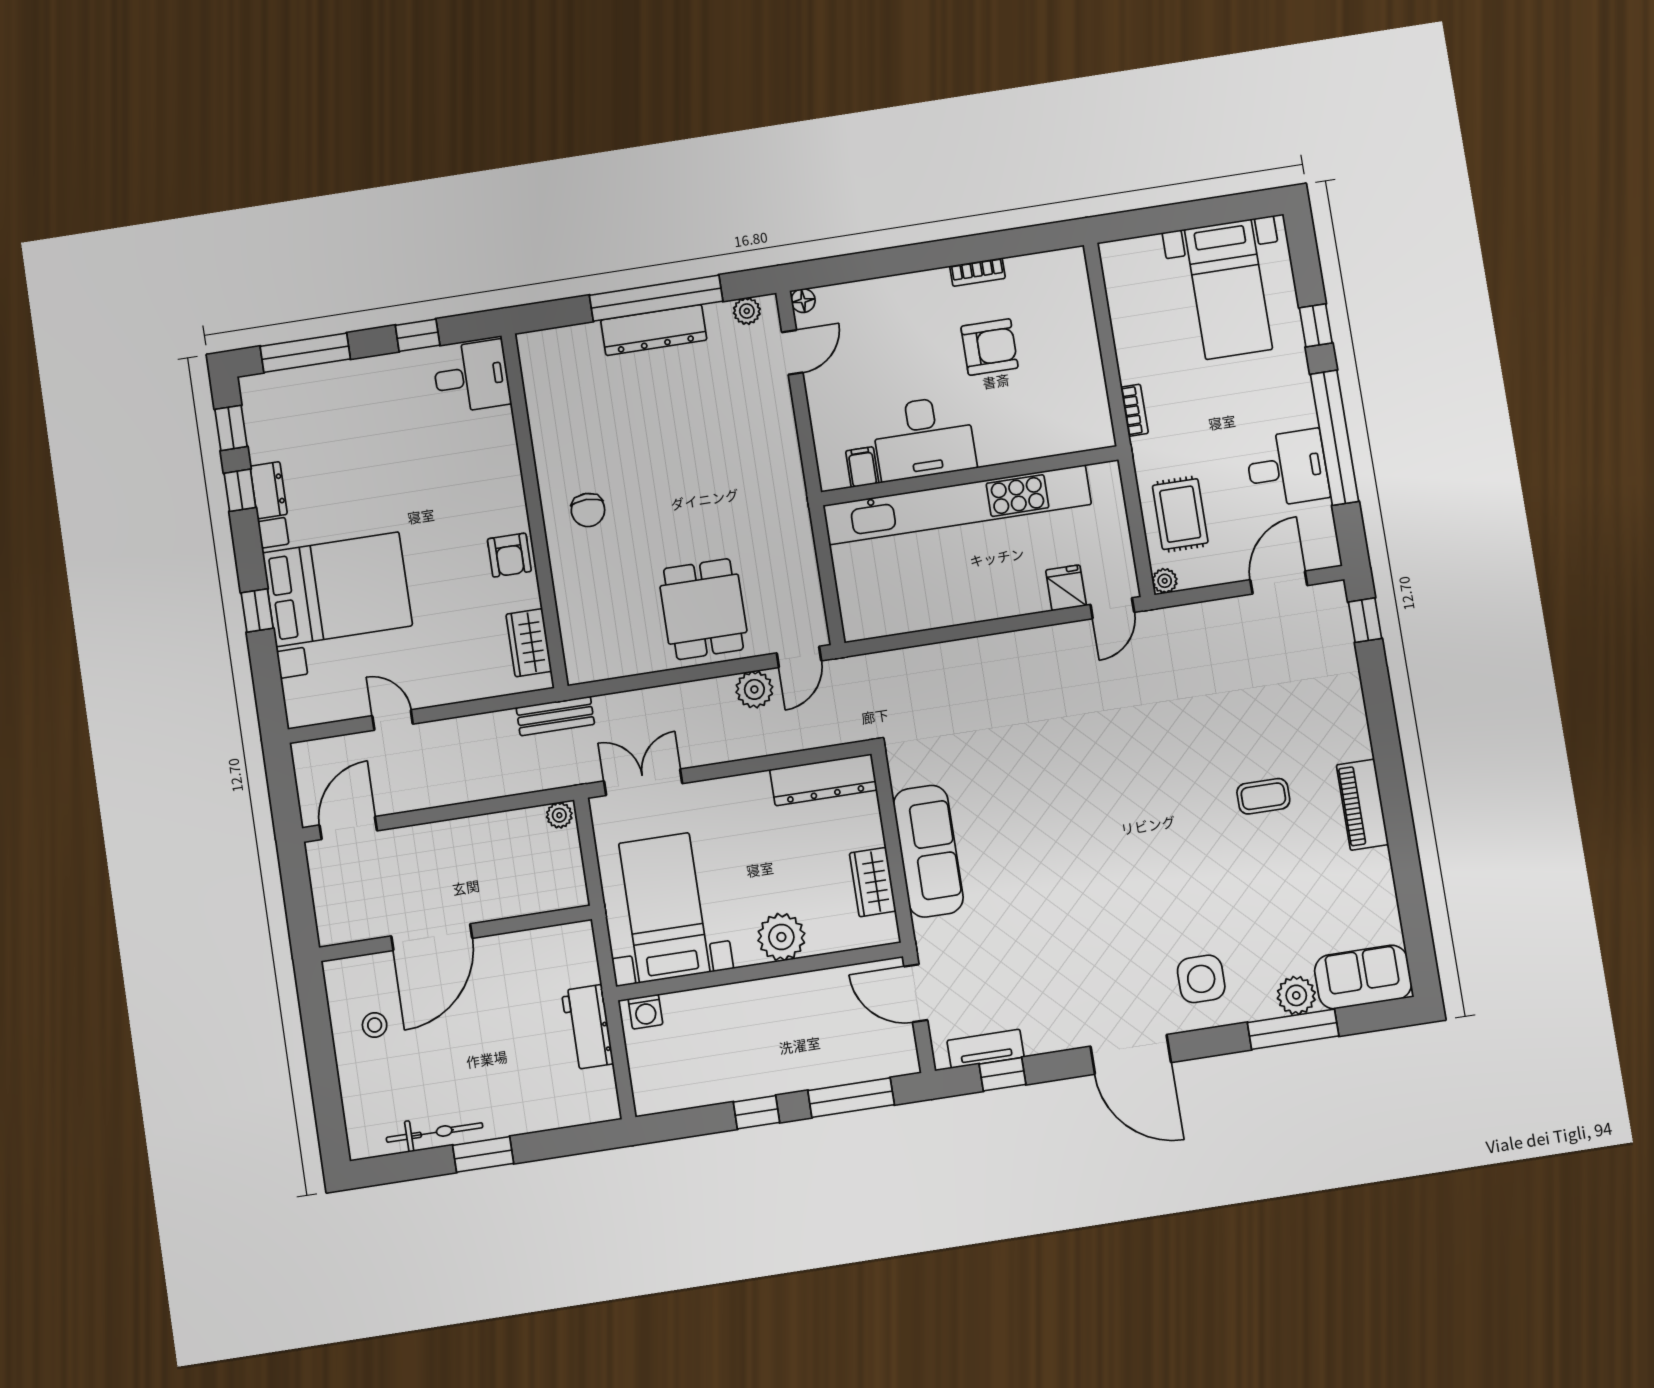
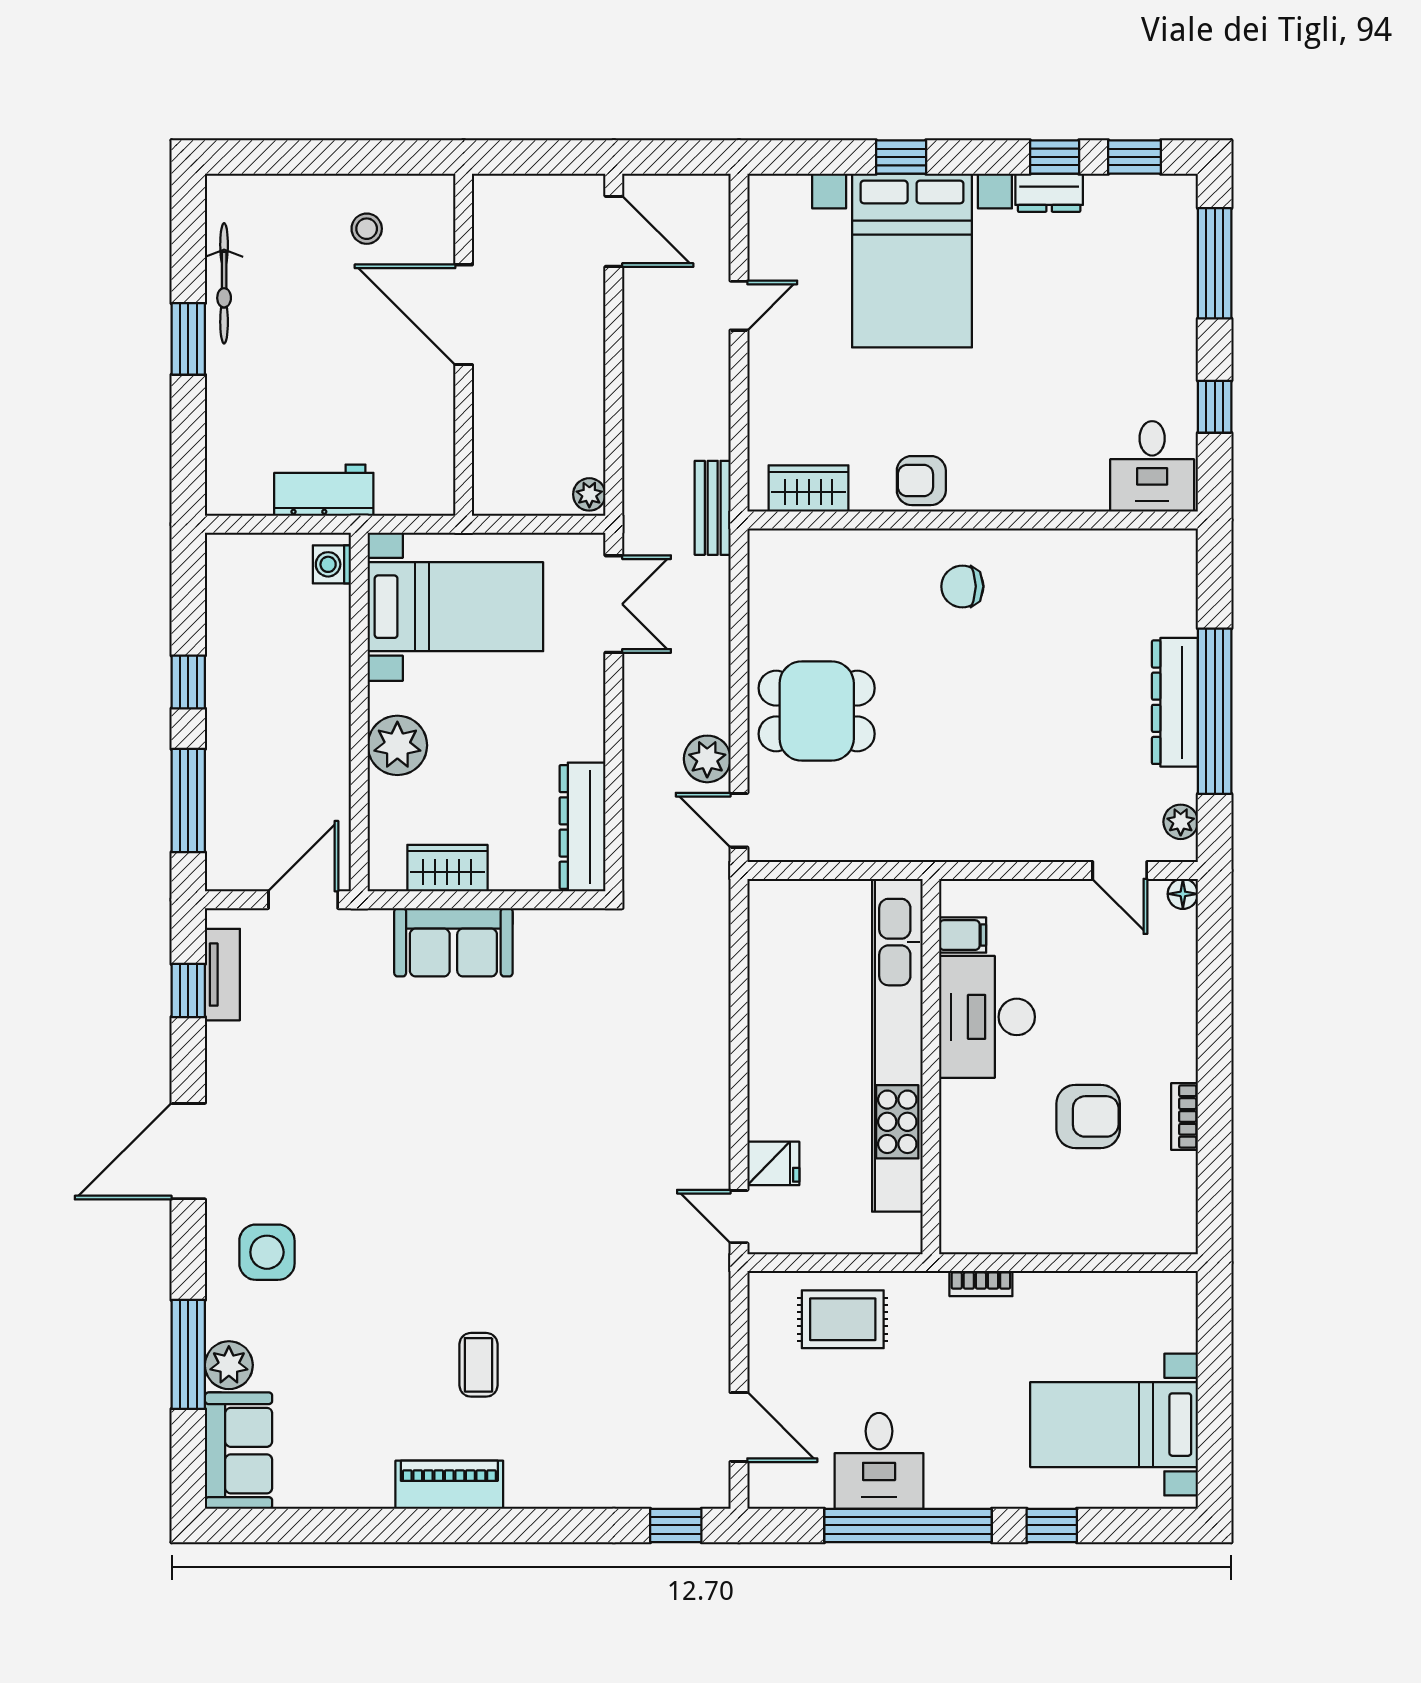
armchair: (989, 347) -> (1088, 1116), turned -90
plant: (1165, 581) -> (763, 1287), removed
sofa: (928, 851) -> (453, 942), width x0.73

